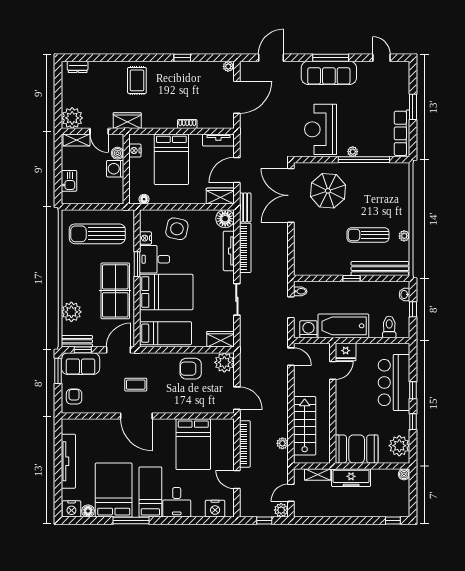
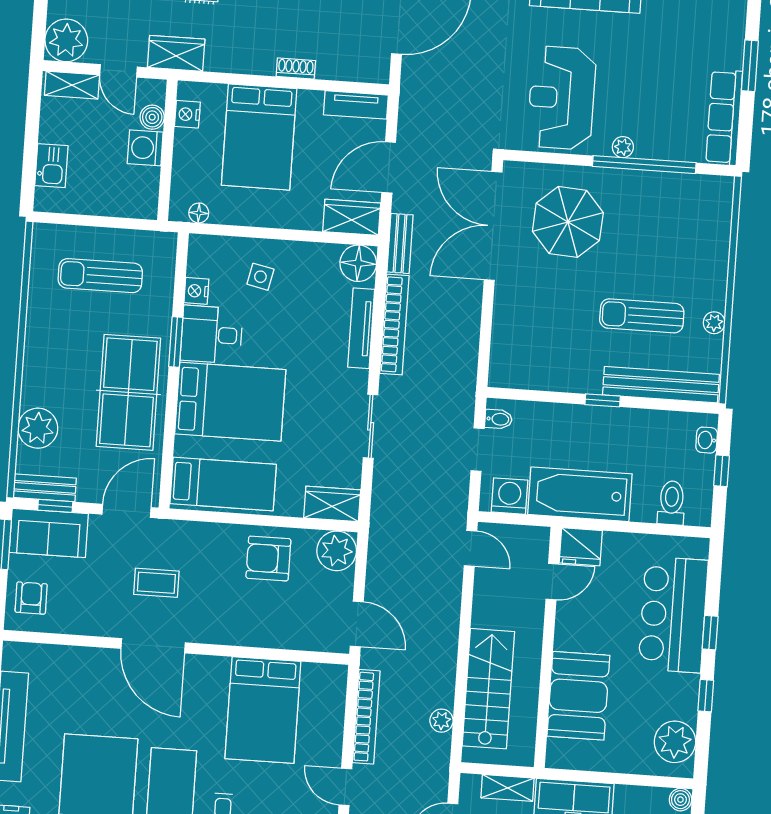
side table: (177, 229) -> (260, 277), width x0.54, depth x0.54
sun lounger: (97, 234) -> (100, 276), width x0.73, depth x0.75
booth: (357, 449) -> (578, 696), moved, turned 90

